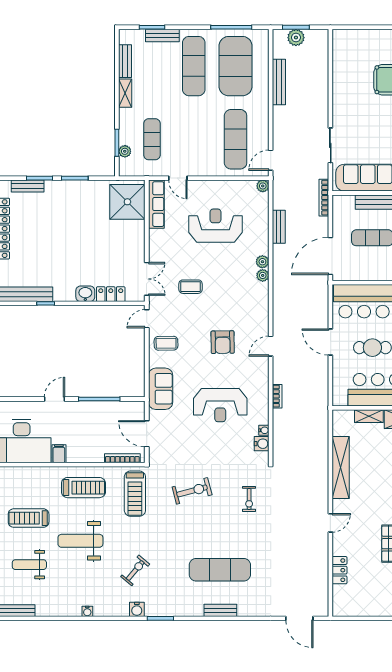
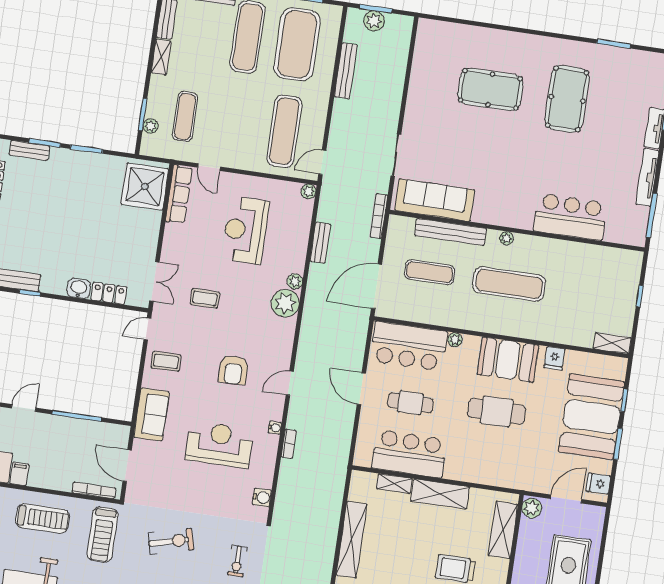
reception desk: (215, 226) -> (245, 230), turned -90
plant: (263, 275) -> (285, 303), width x1.87, depth x1.87
reception desk: (220, 405) -> (219, 444), turned 180
water cooler: (264, 430) -> (275, 428), moved

